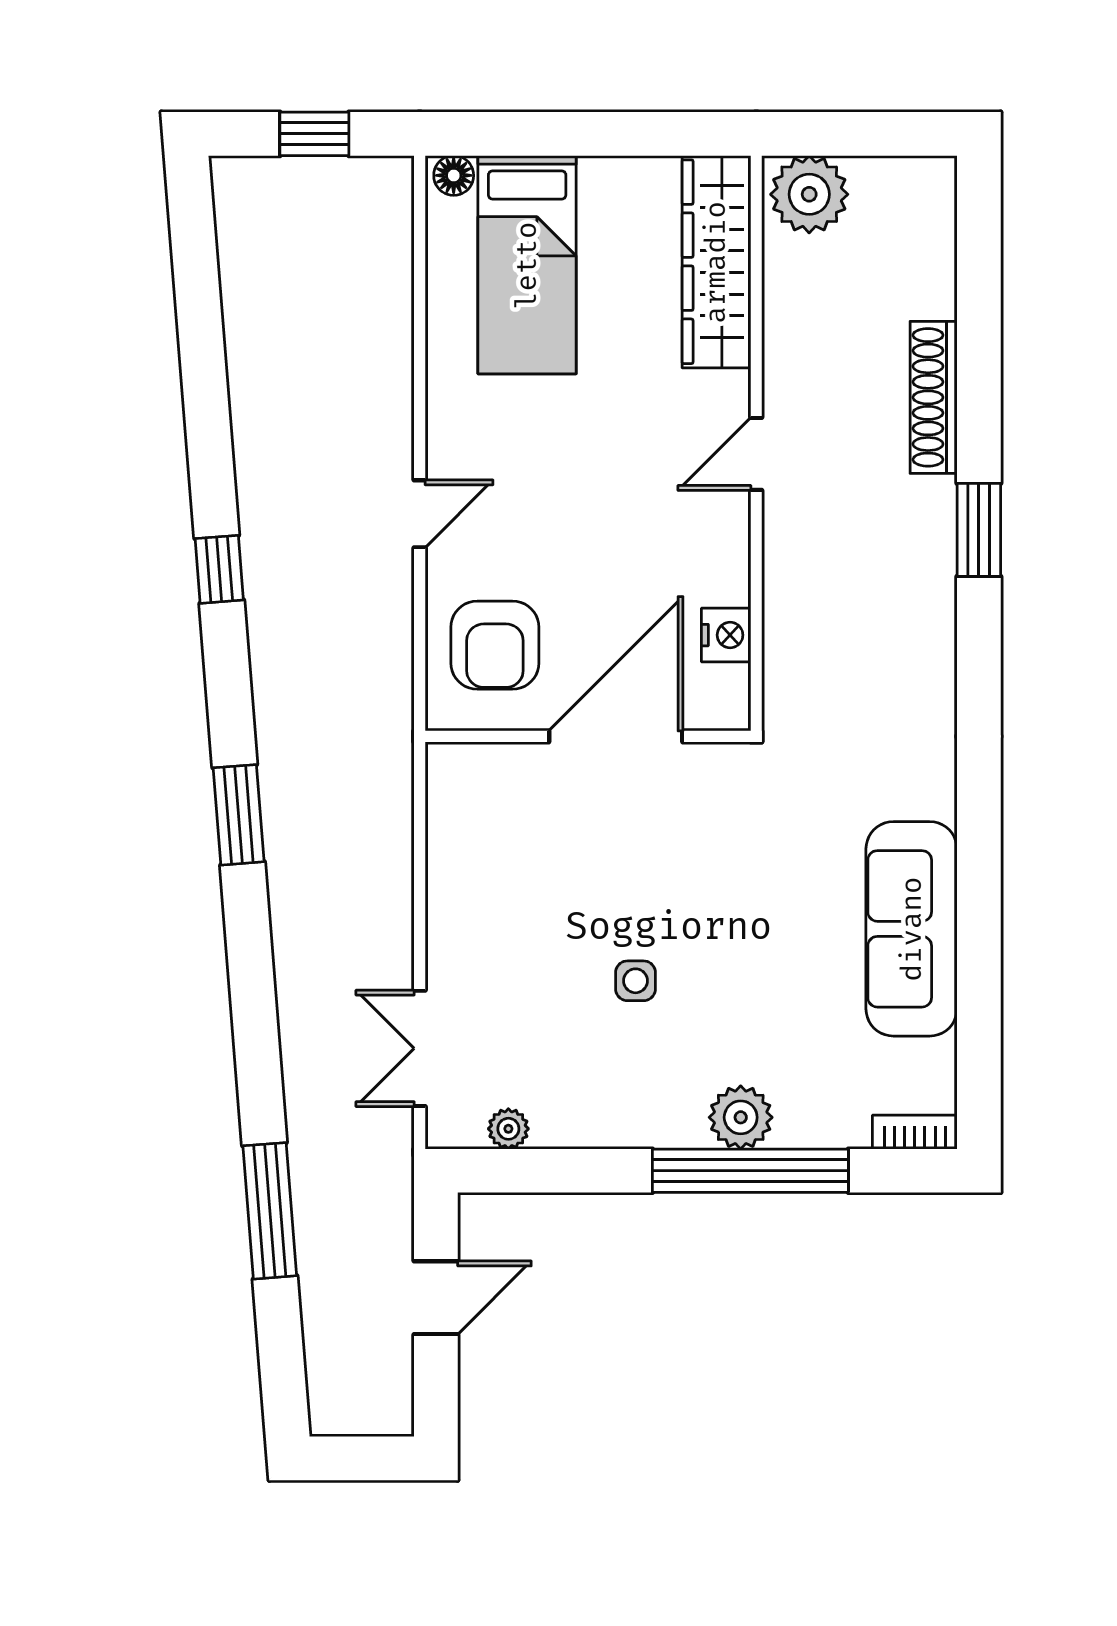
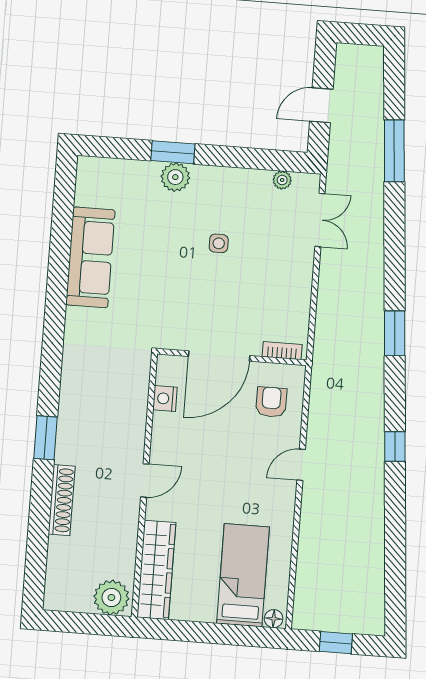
armchair: (495, 645) -> (271, 402), width x0.72, depth x0.72
bookcase: (915, 1132) -> (282, 351), moved, turned 180
window: (750, 1171) -> (173, 152), width x0.47

